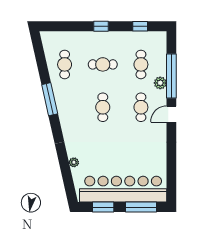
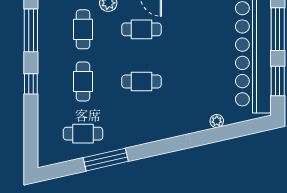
window: (140, 26) -> (31, 30), width x2.17
cafe table: (141, 64) -> (83, 29), turned 90
window: (50, 99) -> (106, 160), moved

